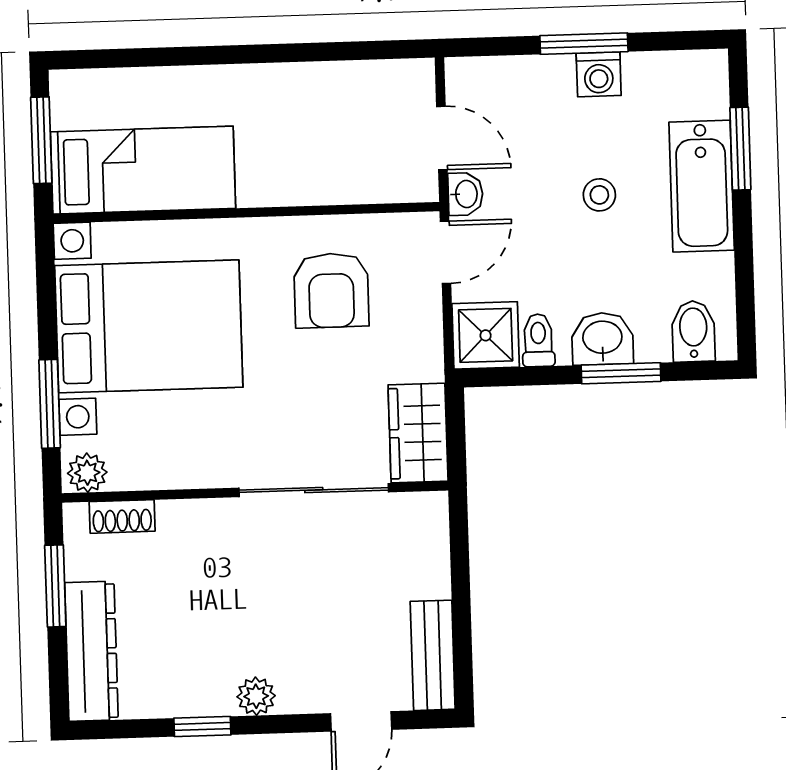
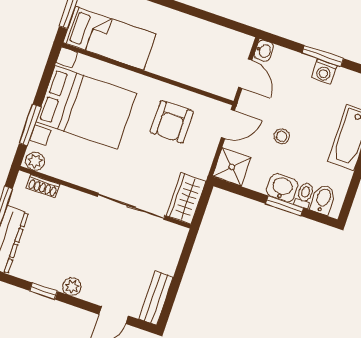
washbasin: (465, 194) -> (264, 51), moved
stool: (599, 195) -> (282, 136), moved
toilet: (538, 340) -> (304, 195), moved

